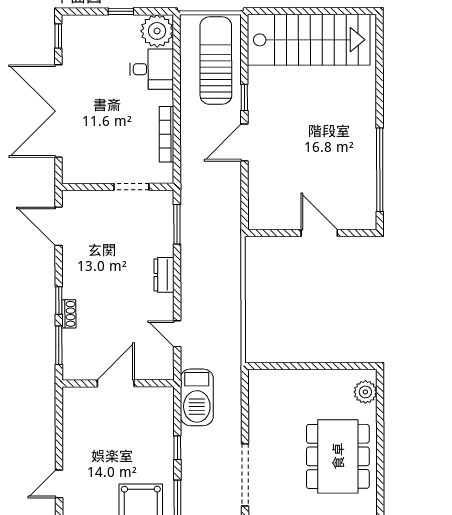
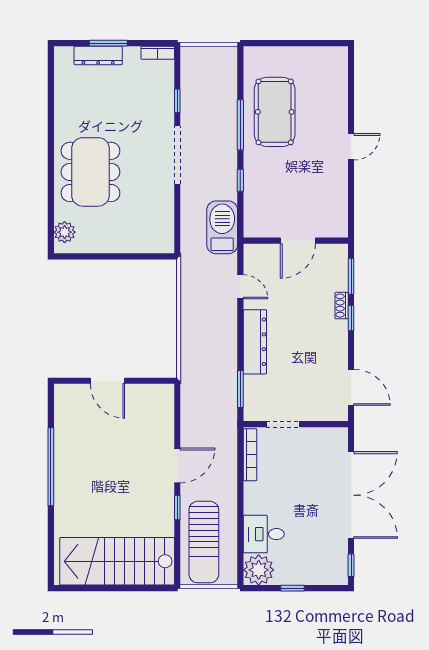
bookcase: (166, 134) -> (250, 455), moved
window: (380, 170) -> (51, 467), moved
dresser: (164, 275) -> (255, 342), width x1.96, depth x1.24

